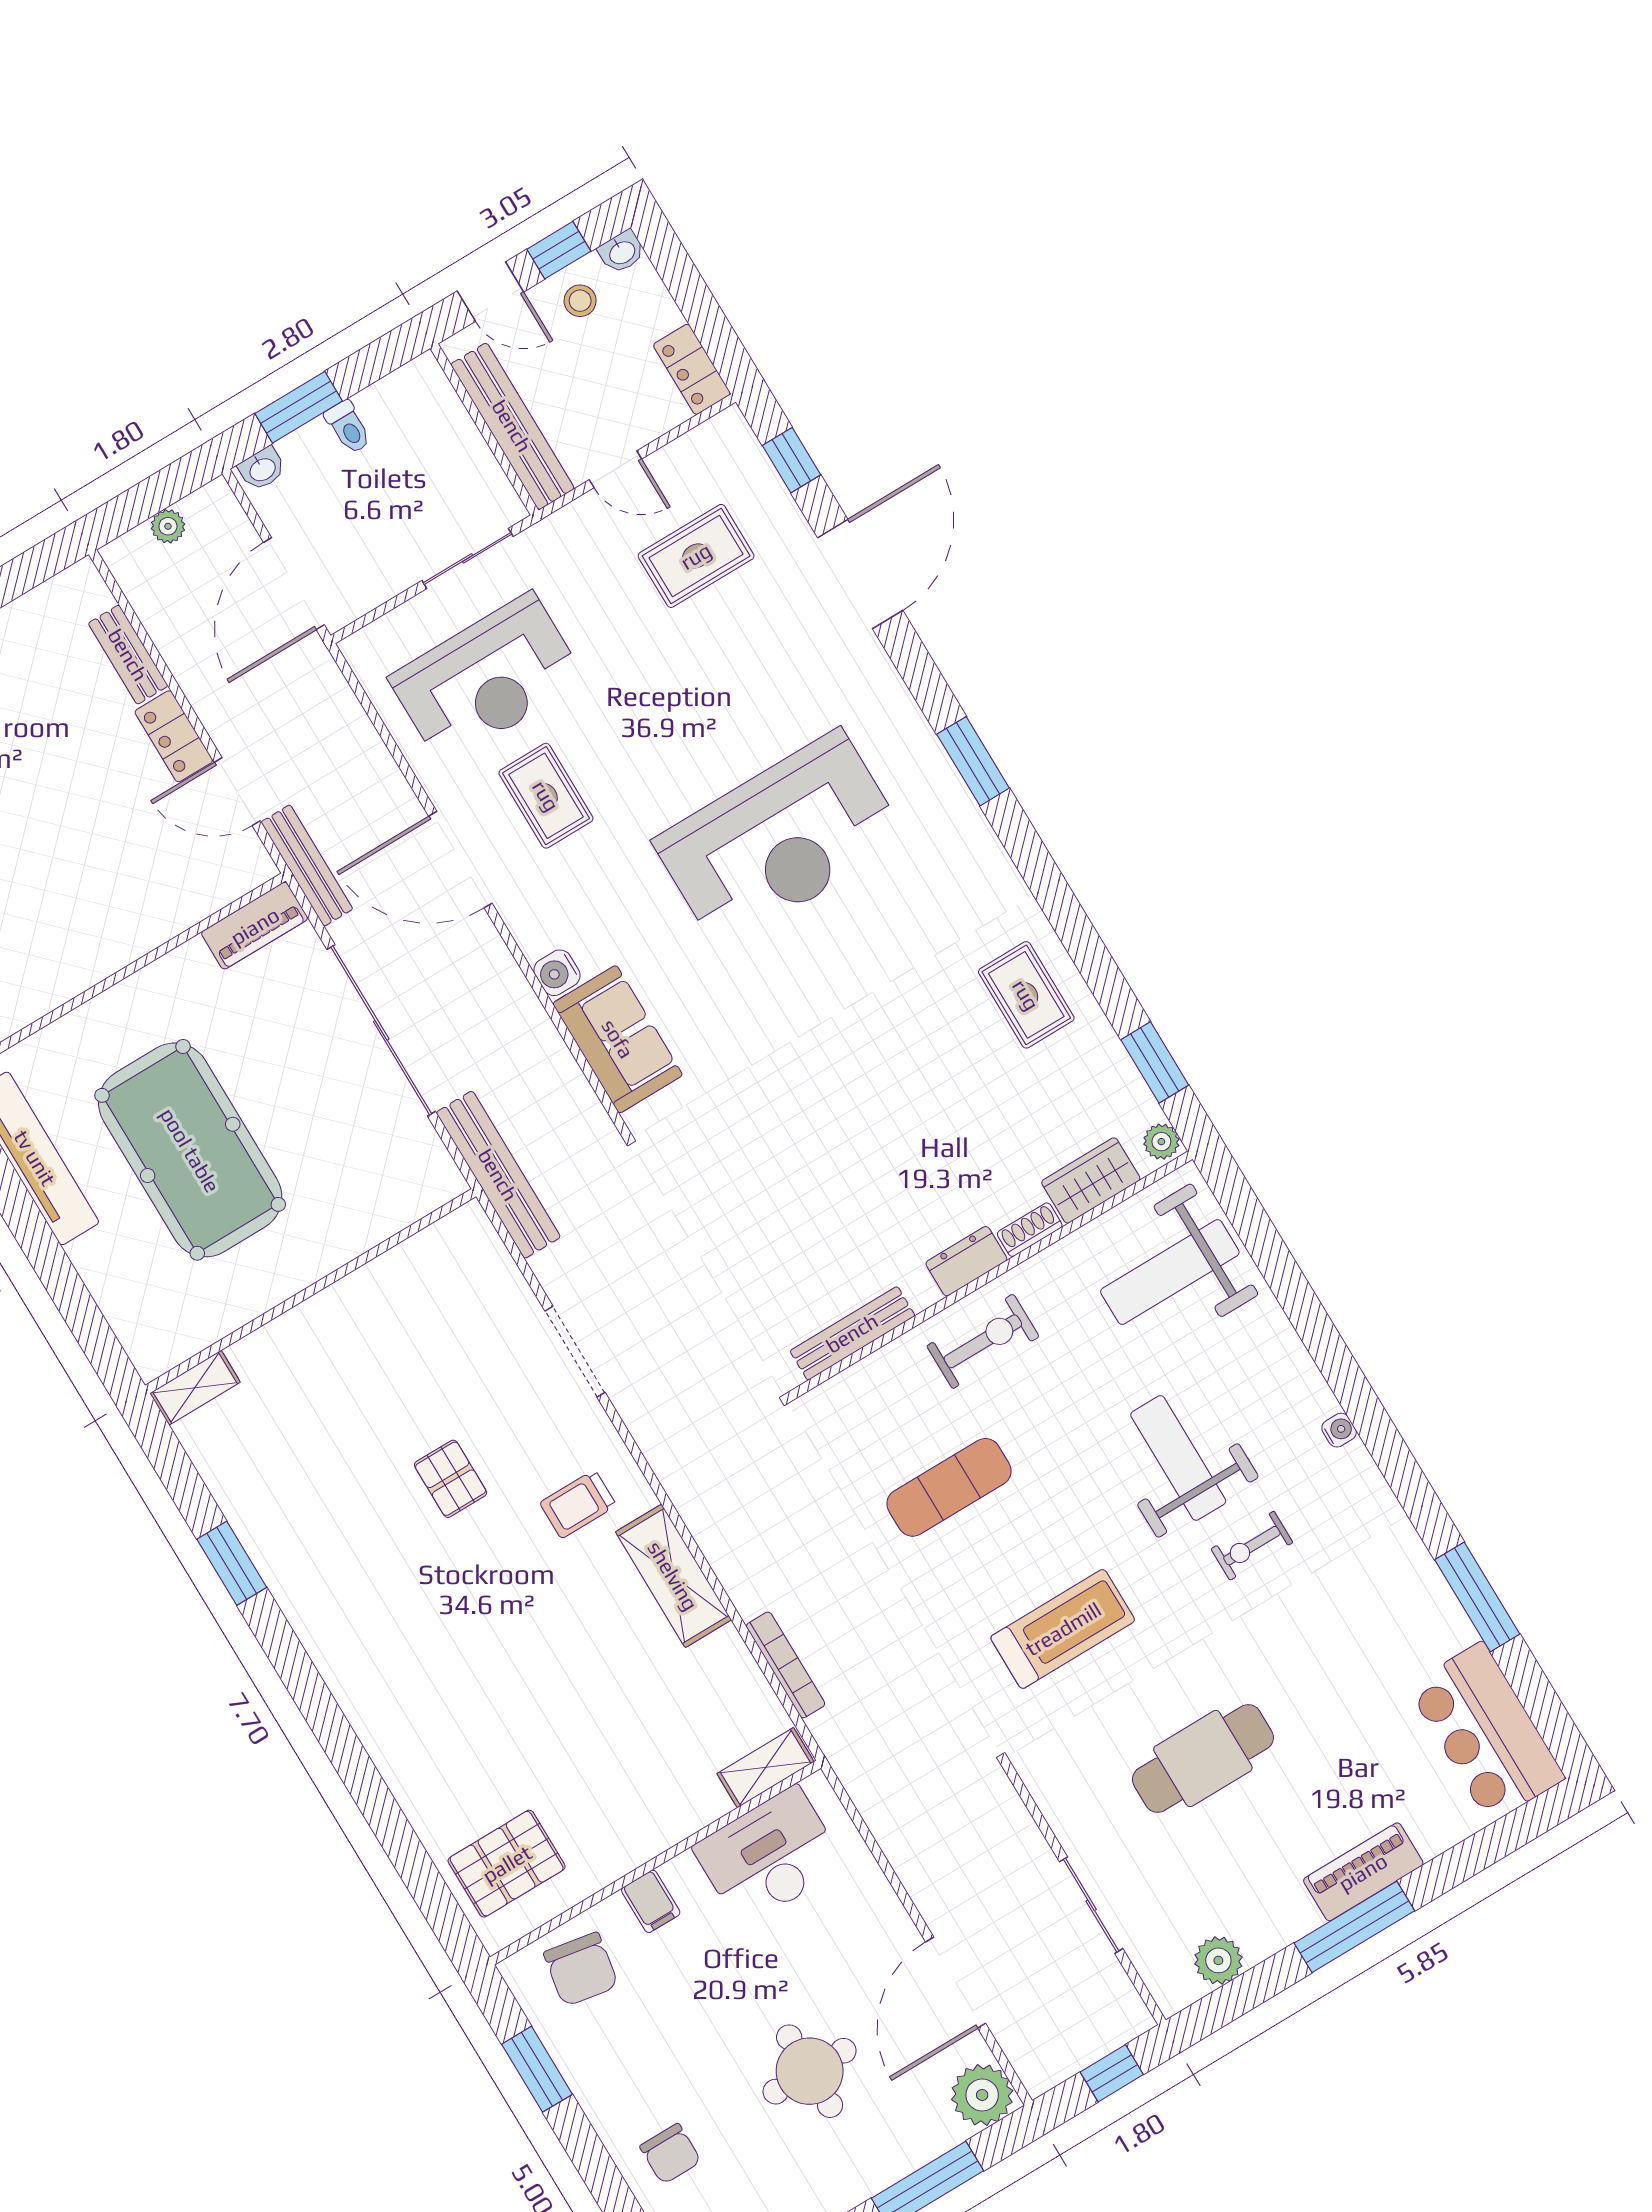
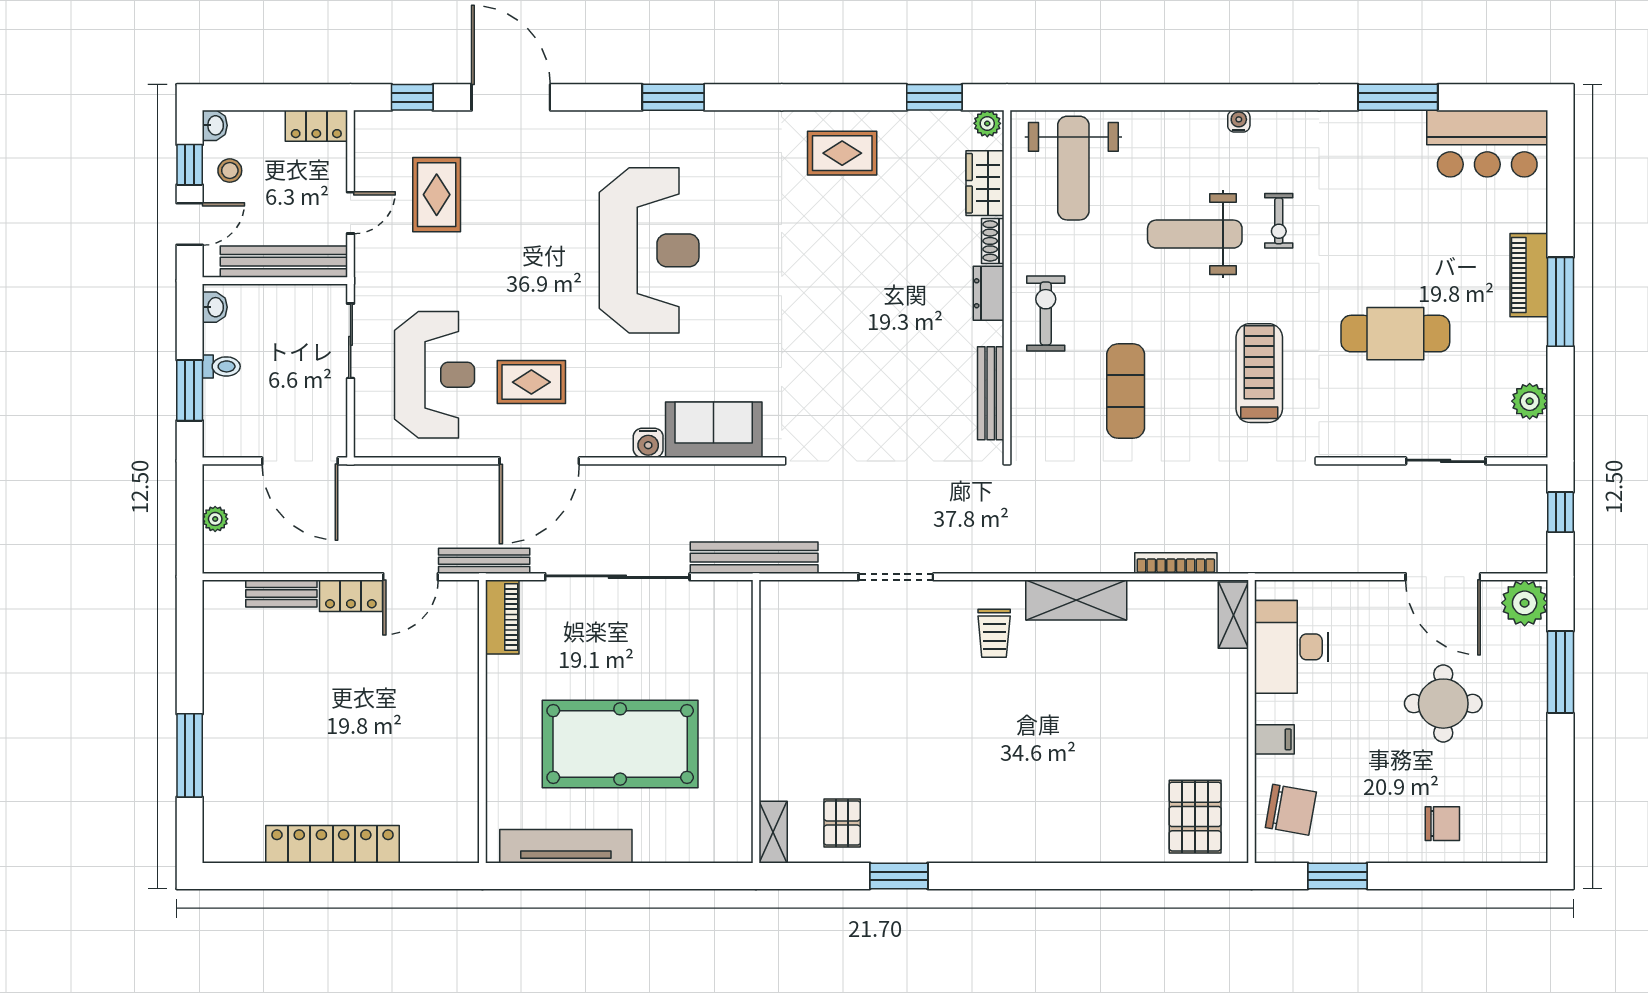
washbasin: (262, 469) -> (215, 307), moved
pallet: (451, 1479) -> (842, 823), moved, turned 90
cafe table: (1203, 1759) -> (1395, 334), turned 90

